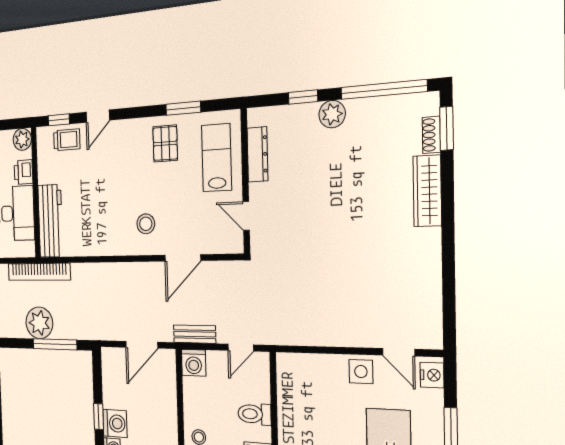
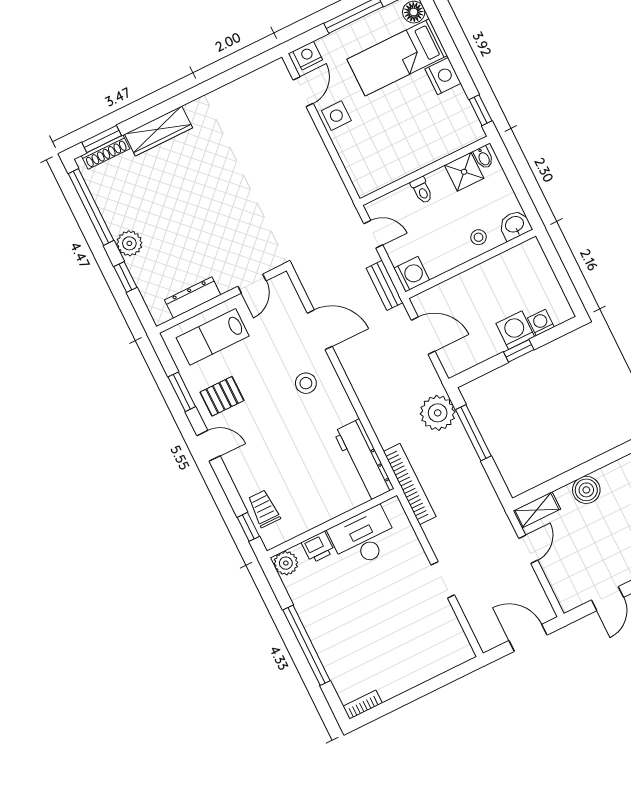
door: (98, 116) -> (208, 446), moved
shoe rack: (431, 135) -> (105, 152), width x1.43
workbench: (50, 221) -> (364, 460), moved, turned -90
plant: (39, 323) -> (438, 413), moved
toilet: (254, 414) -> (422, 190), width x0.73, depth x0.72

